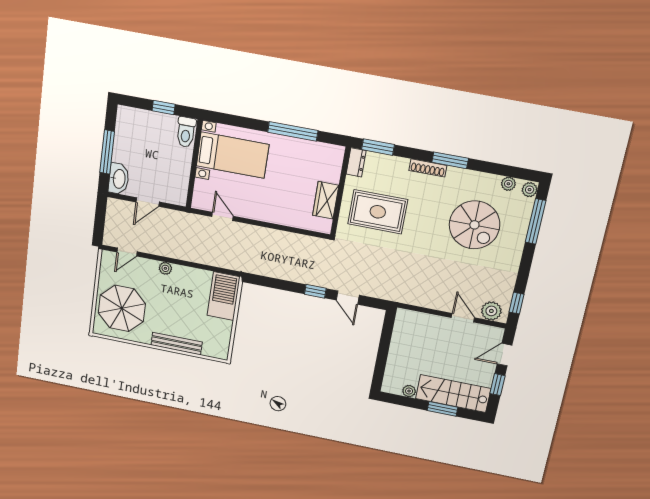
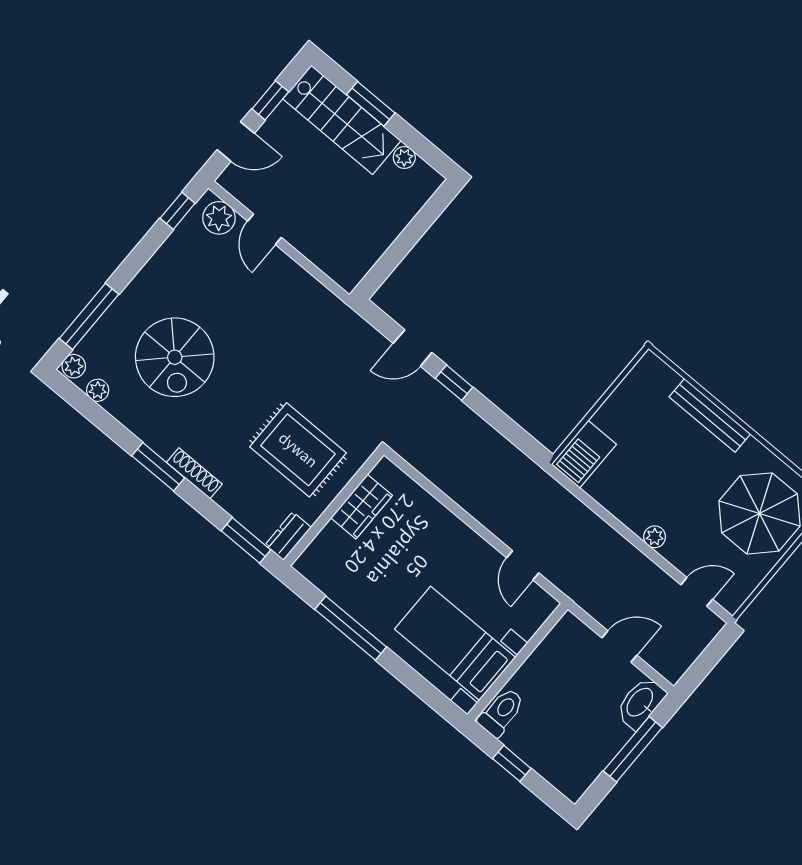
spiral stairs: (474, 225) -> (175, 357), turned 180
barbecue: (224, 296) -> (584, 454), width x0.73, depth x0.83
door: (348, 298) -> (413, 348), swing flipped

